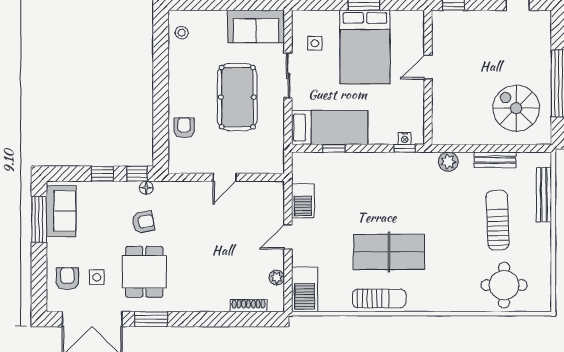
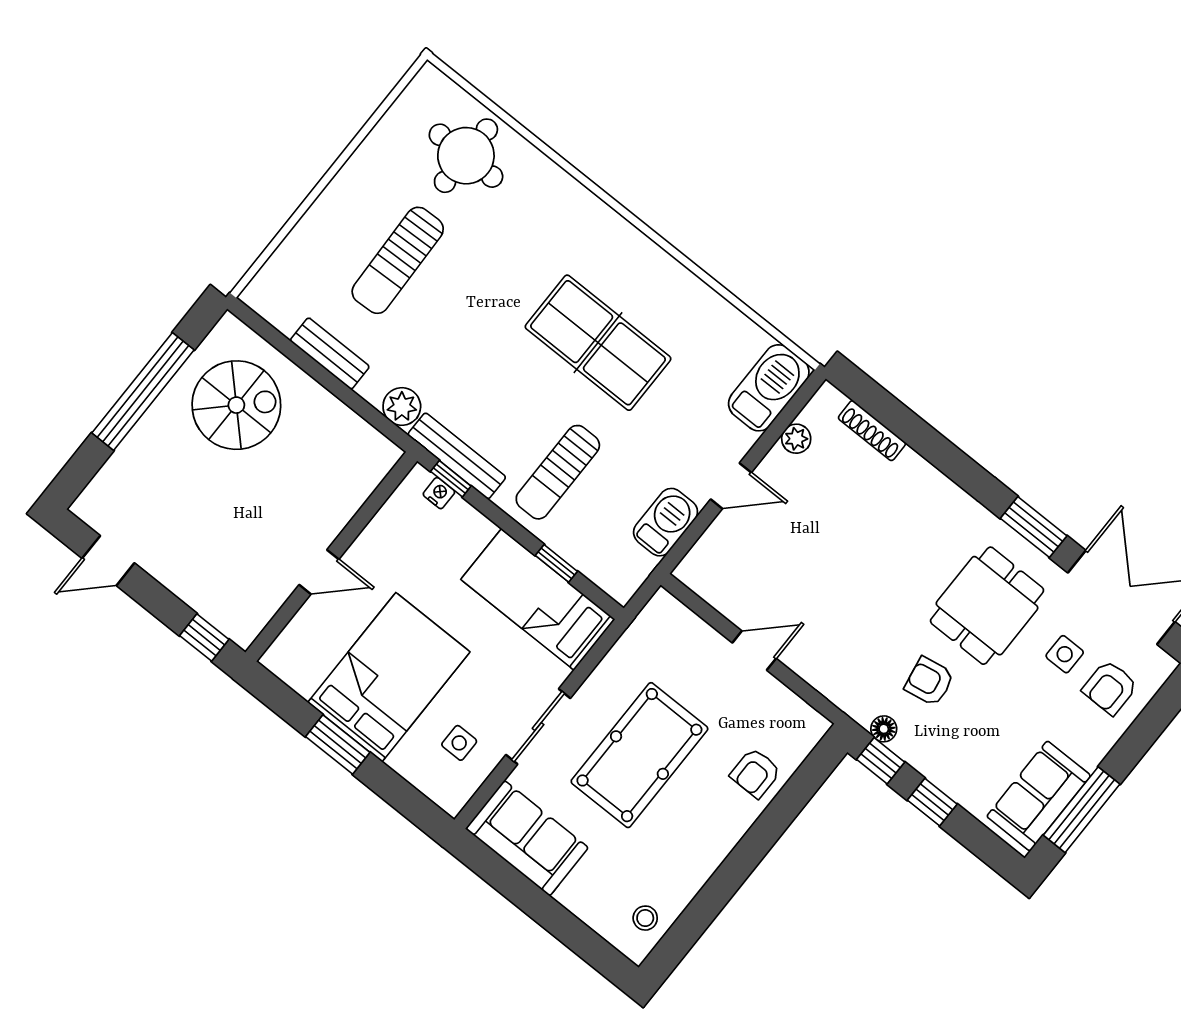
spiral stairs: (516, 108) -> (236, 405), turned -90
bench: (544, 195) -> (457, 456), moved, turned 90
sun lounger: (379, 298) -> (558, 472), moved, turned -90

